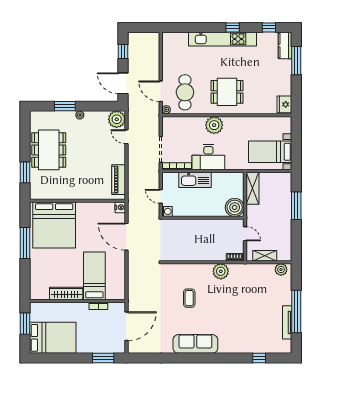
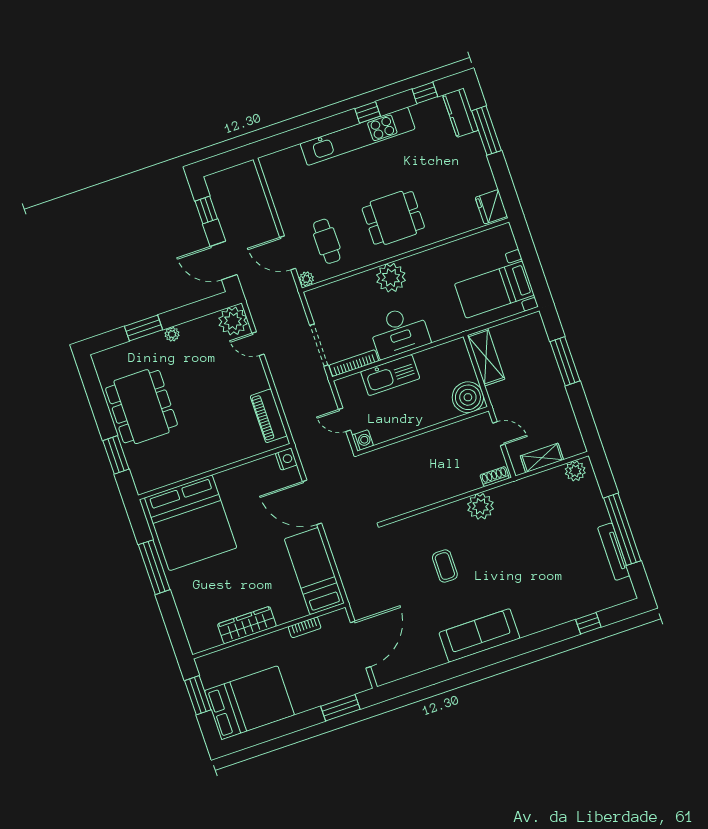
cafe table: (185, 92) -> (327, 241), width x0.73, depth x0.74
bed: (94, 276) -> (314, 571), moved

